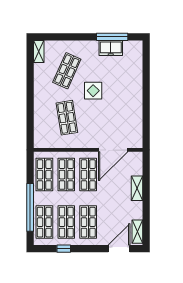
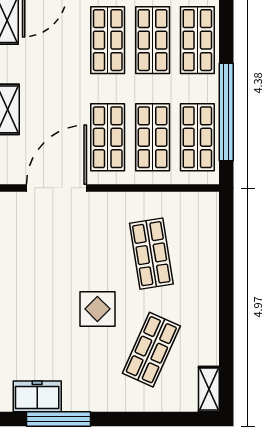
freezer: (111, 48) -> (37, 396), moved
window: (30, 207) -> (226, 112), moved

